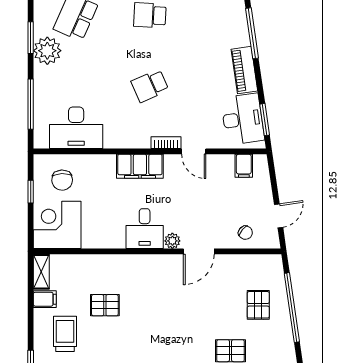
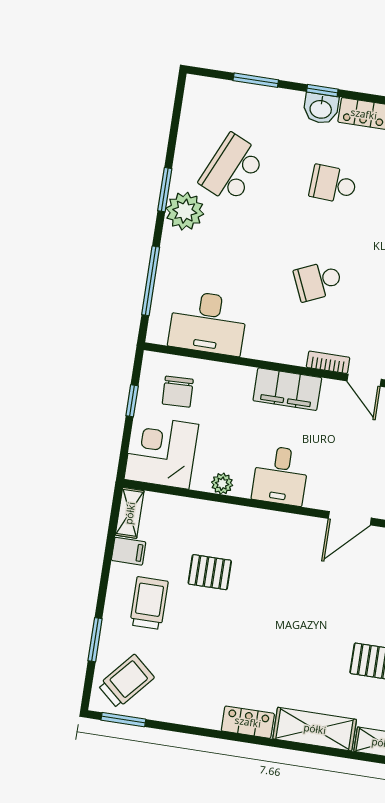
plant: (172, 241) -> (222, 484), moved

